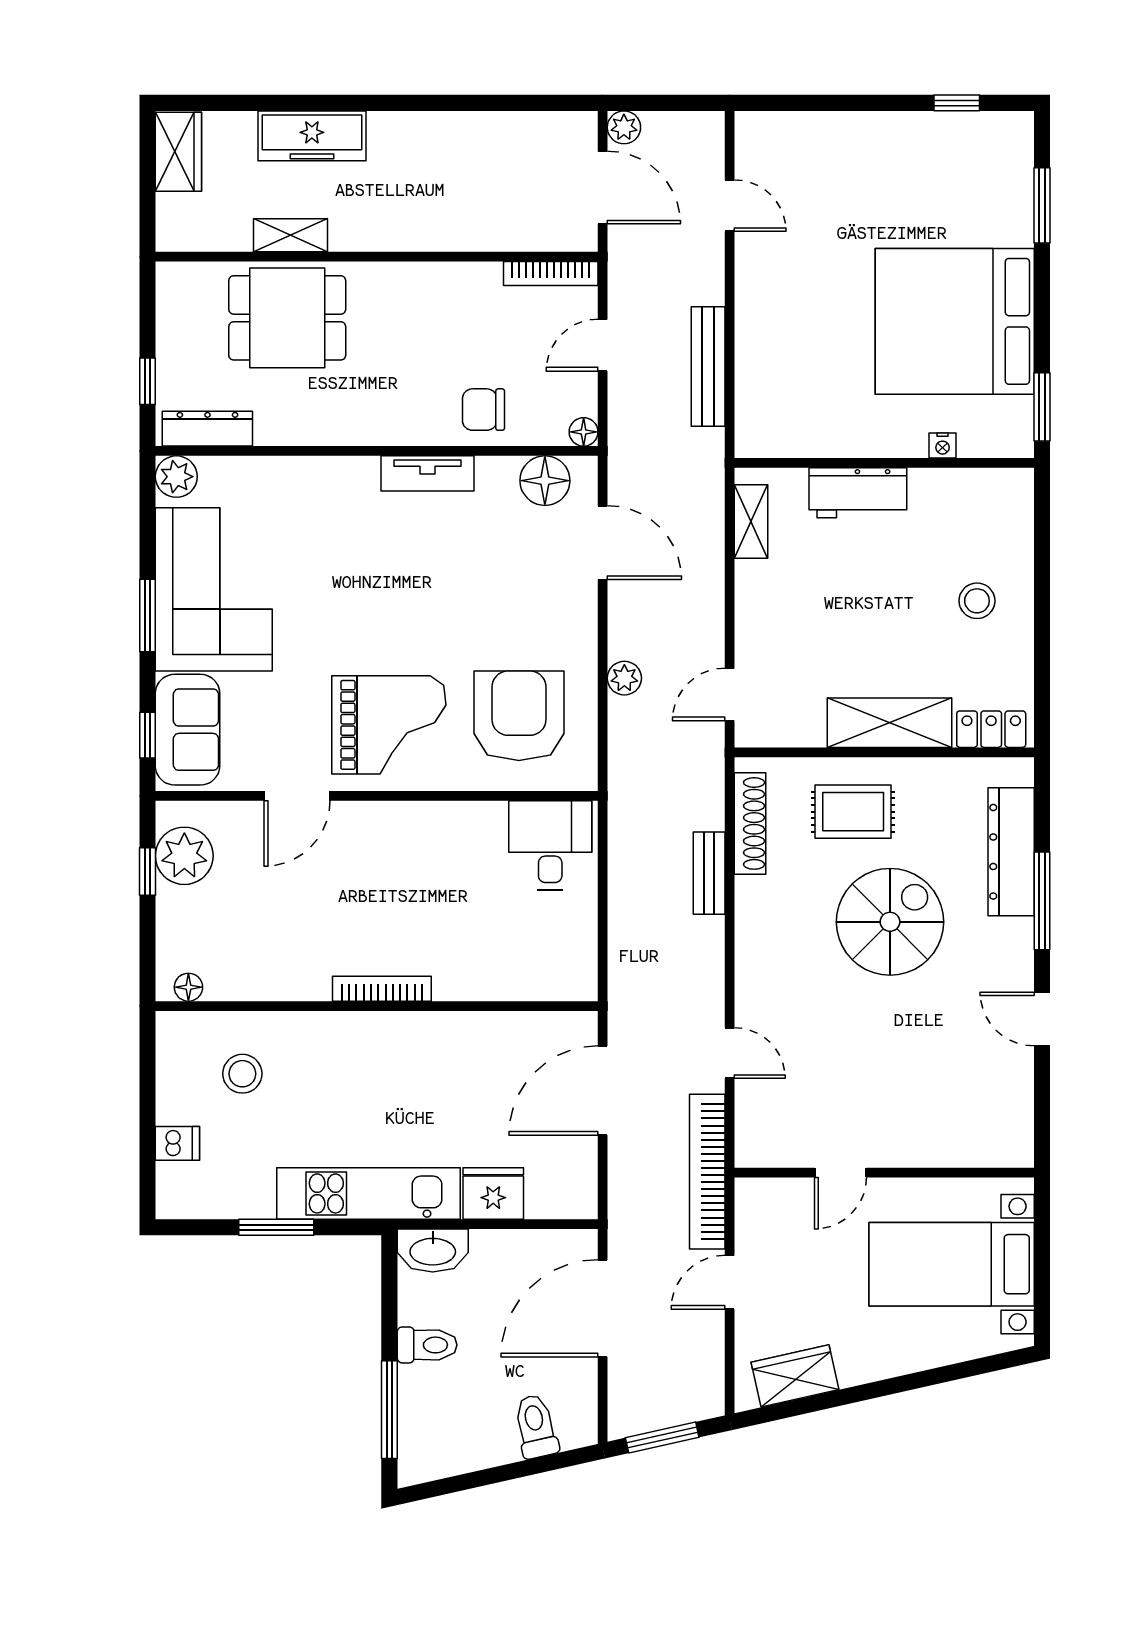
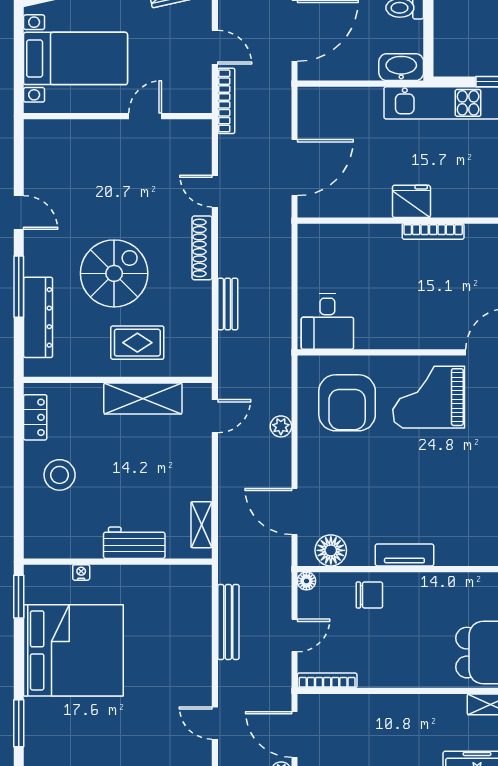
stool: (977, 601) -> (60, 475), width x1.38, depth x1.38
shelving: (890, 723) -> (143, 398), moved
locker: (991, 729) -> (35, 417), moved, turned -90
shoe rack: (750, 823) -> (202, 248), moved
spiral stairs: (890, 922) -> (114, 273), turned 180
bookcase: (707, 1172) -> (226, 101), width x0.68, depth x0.76
fridge: (493, 1193) -> (411, 201), moved, turned 180
door: (730, 1282) -> (215, 47), hinge flipped

